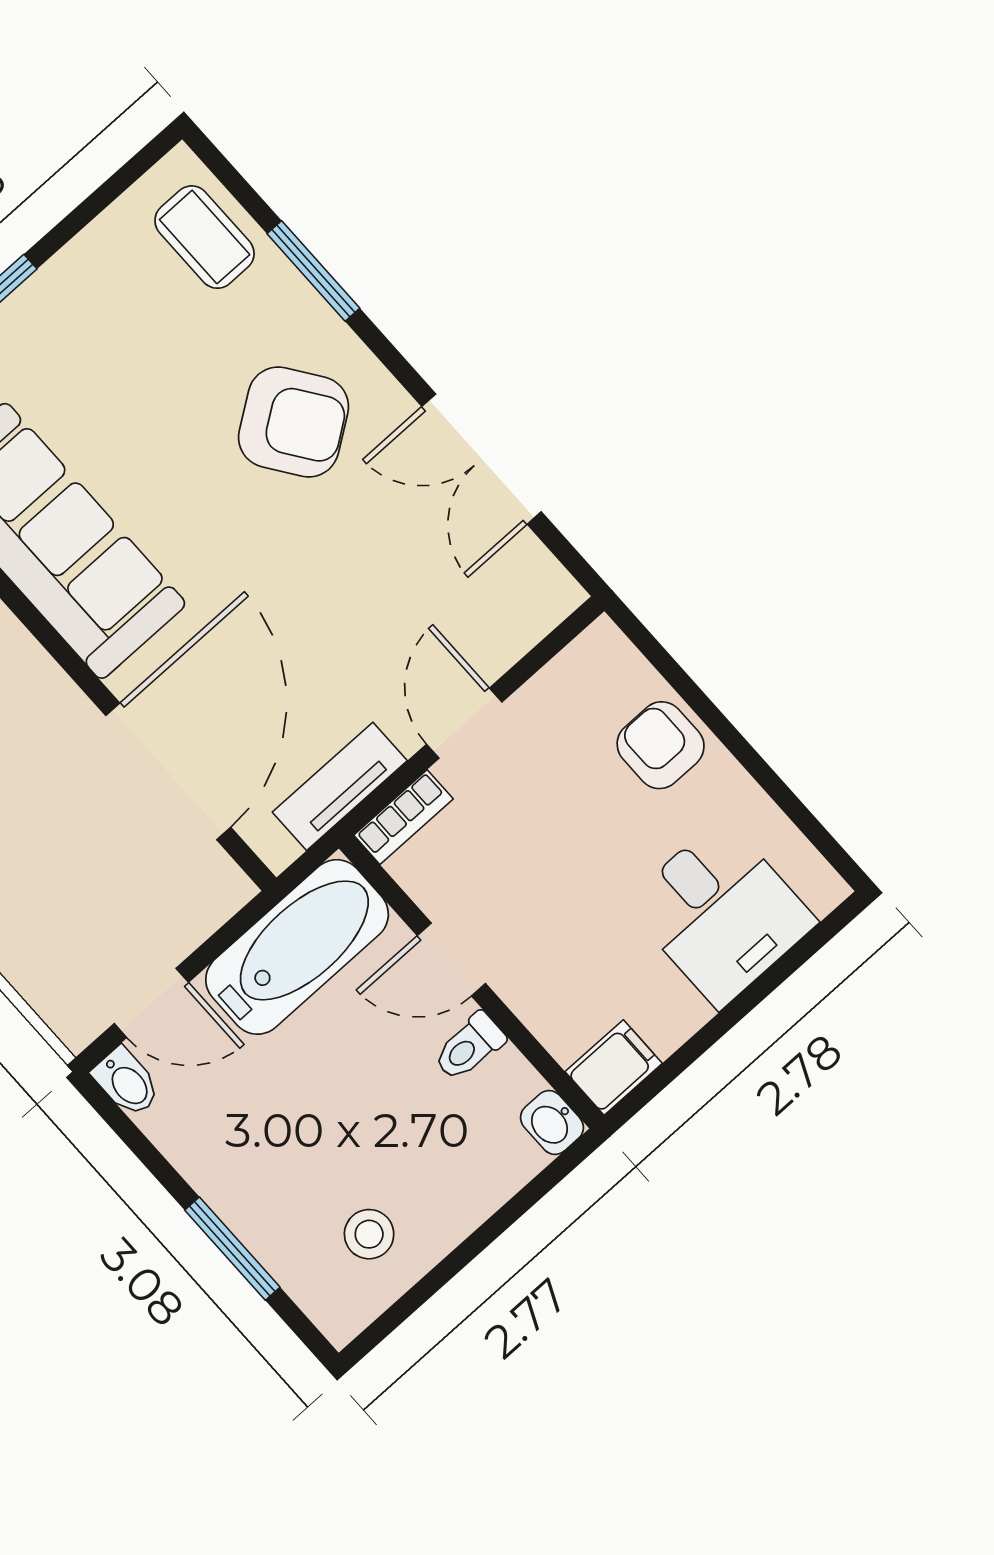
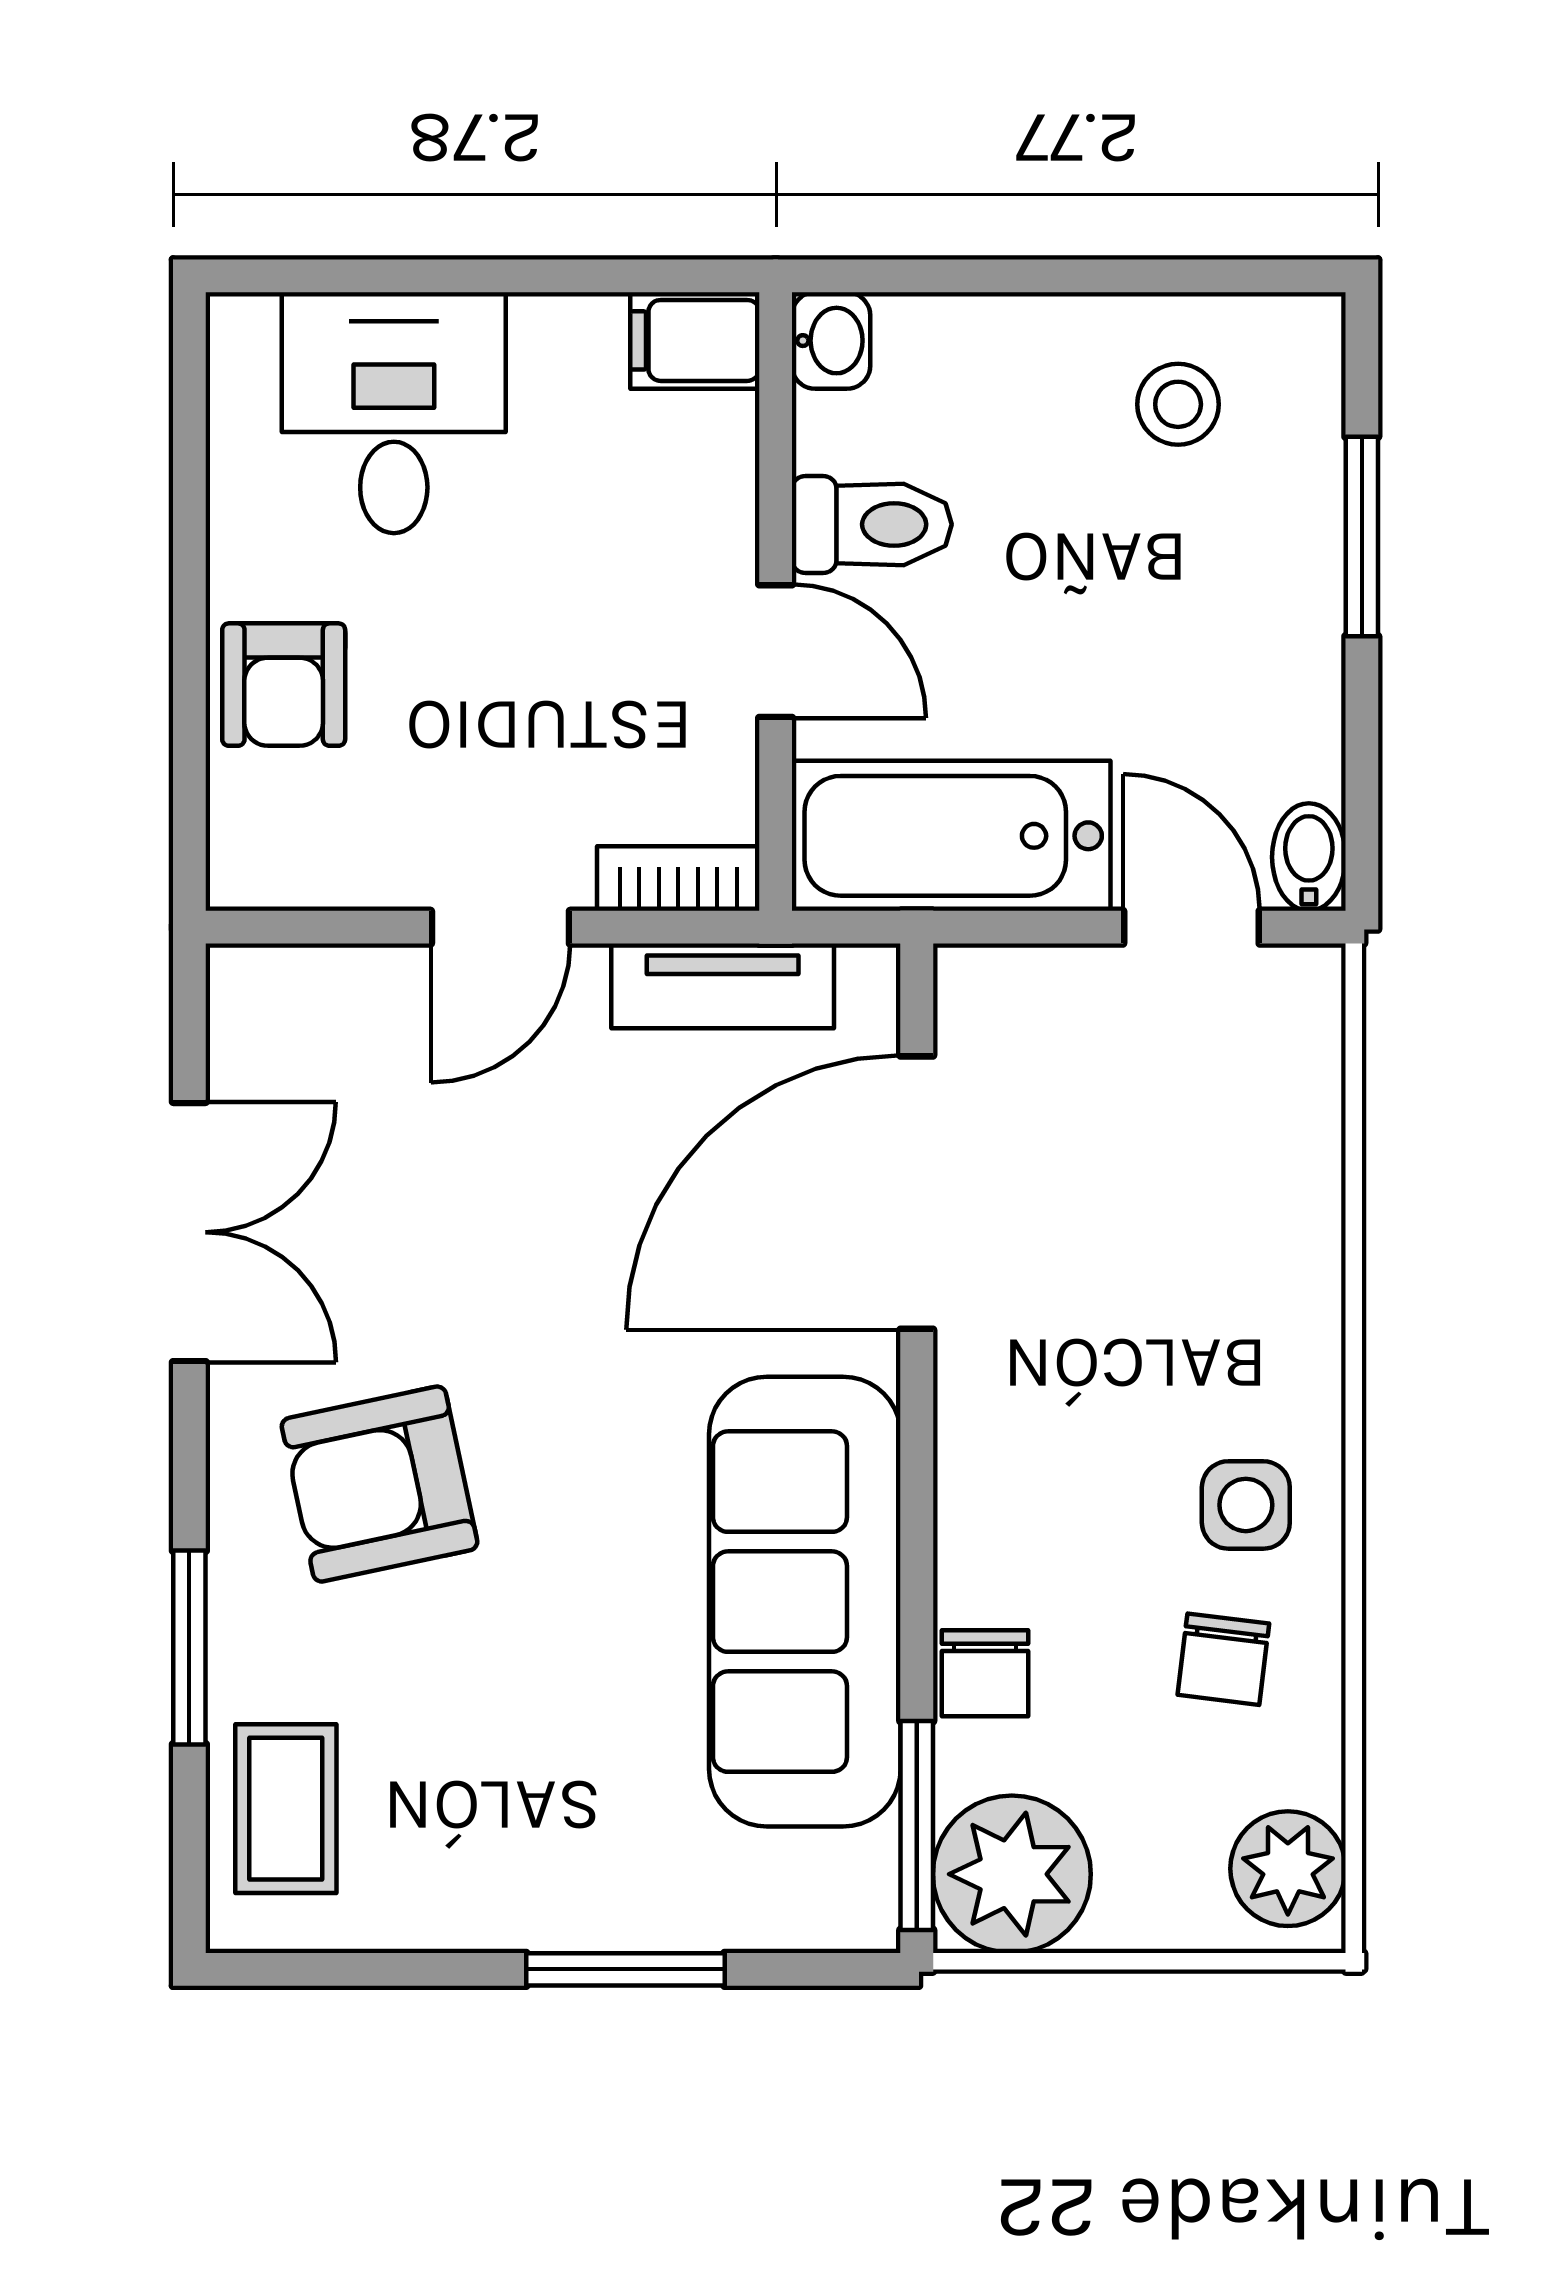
armchair: (293, 422) -> (380, 1484), turned -67
toilet: (469, 1047) -> (872, 524), width x1.37, depth x1.39

